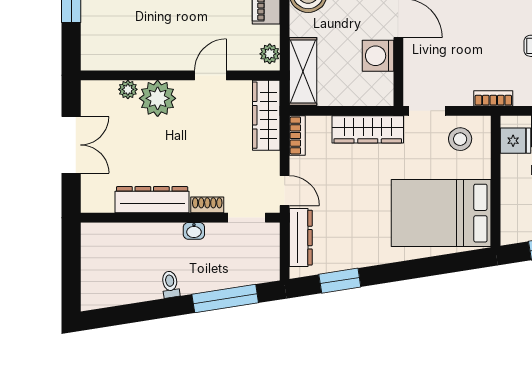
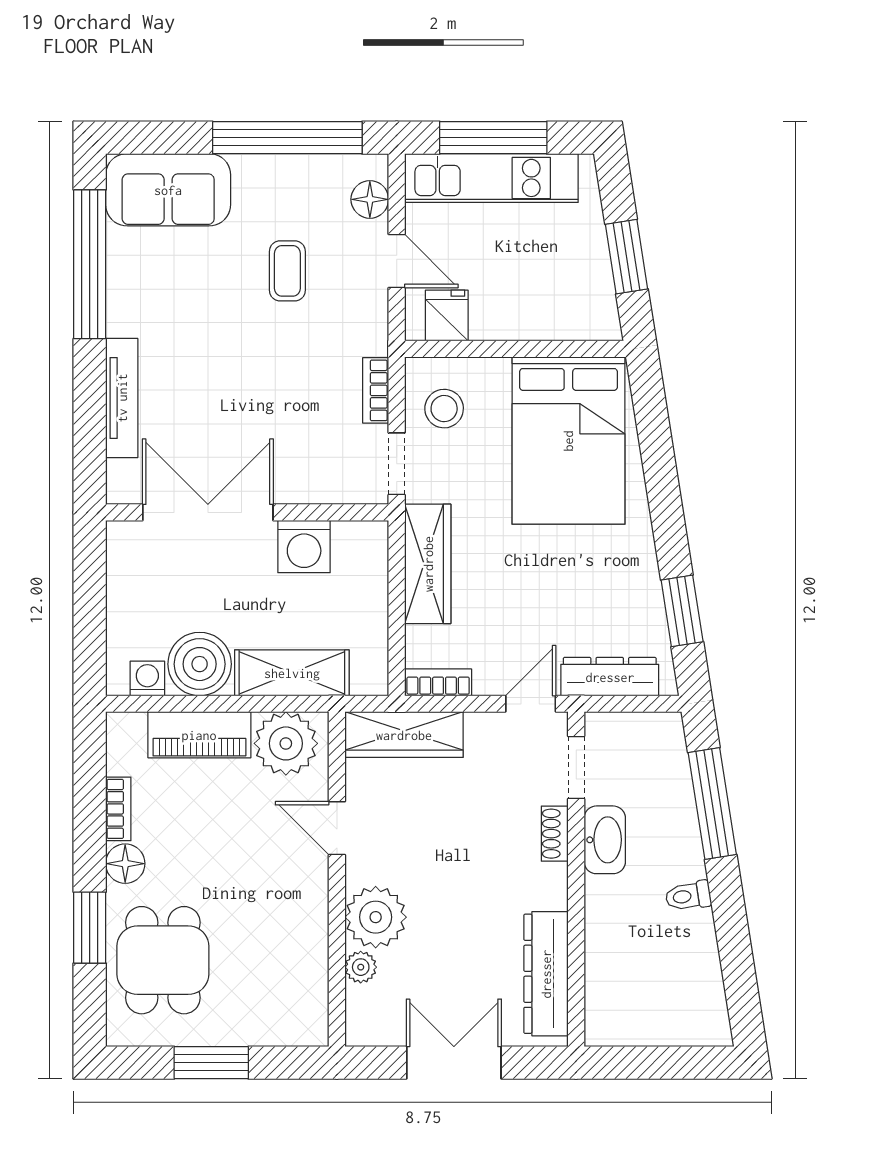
plant: (270, 54) -> (286, 743), width x1.88, depth x1.88
shelving: (303, 71) -> (292, 673), moved
bookcase: (493, 98) -> (376, 390), moved
dresser: (152, 200) -> (546, 974), moved
washbasin: (194, 231) -> (605, 840), width x1.91, depth x1.45

